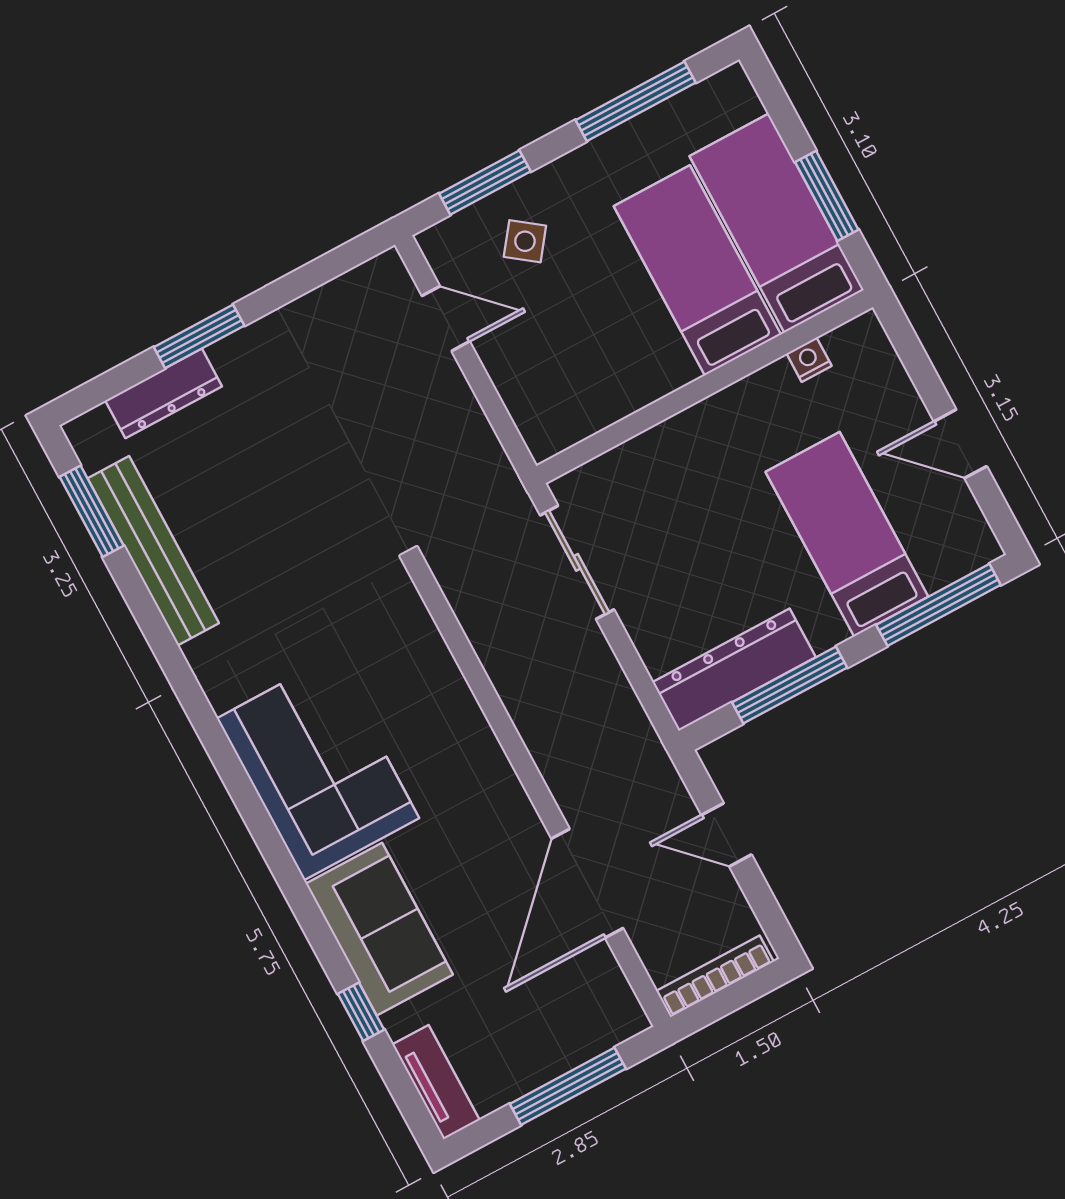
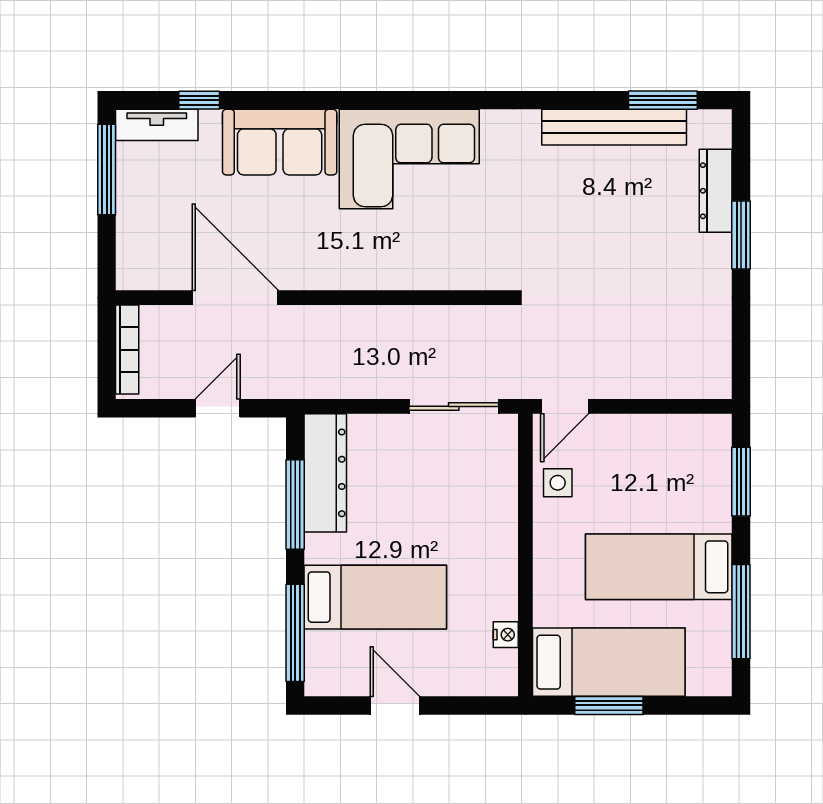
side table: (525, 241) -> (558, 483), moved, turned -37
bed: (697, 270) -> (659, 567), moved, turned 180
door: (446, 319) -> (565, 406), moved
door: (960, 444) -> (395, 705), hinge flipped
window: (361, 1012) -> (199, 100), moved
window: (568, 1086) -> (107, 169), moved

